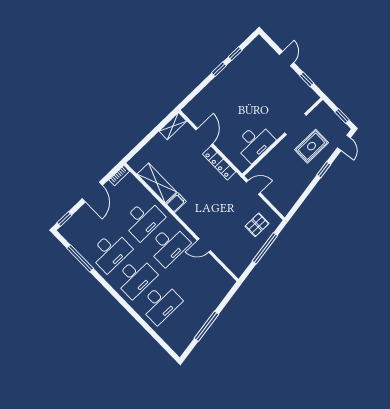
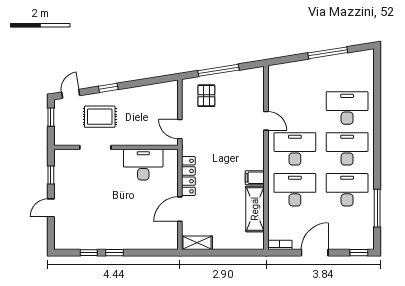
pallet: (257, 225) -> (206, 96), turned 90

